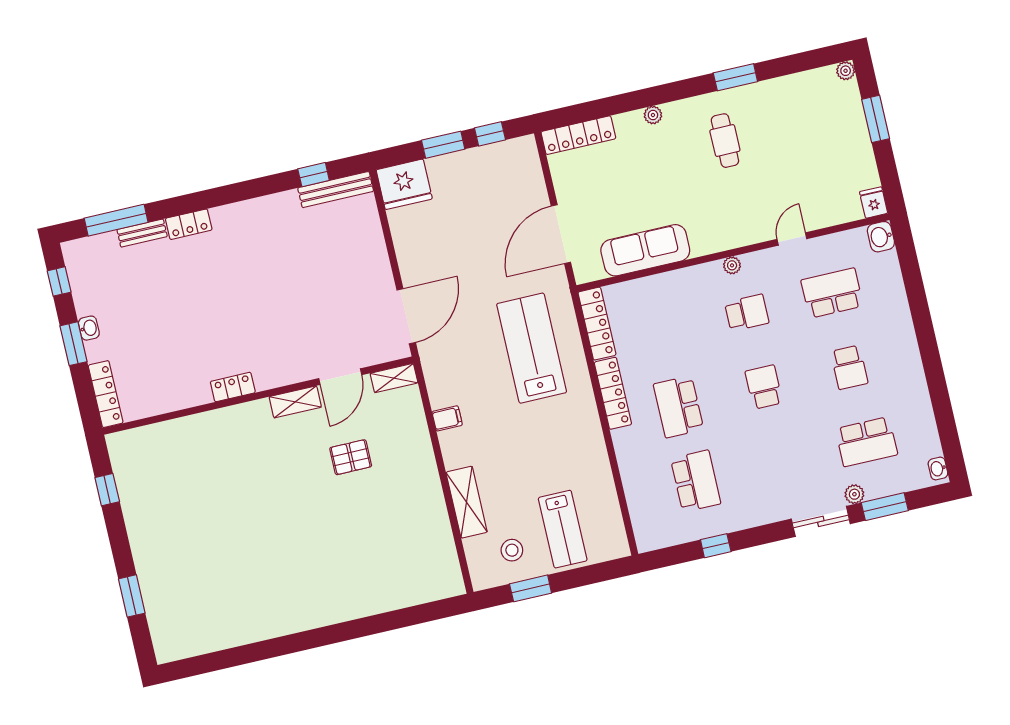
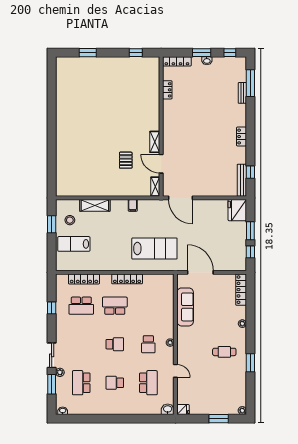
locker: (189, 224) -> (242, 137), moved
locker: (597, 324) -> (84, 279), moved
locker: (233, 387) -> (167, 90), moved

